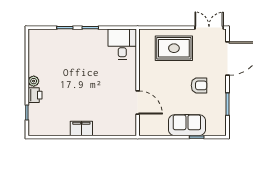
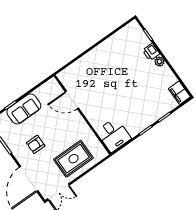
filing cabinet: (81, 128) -> (179, 93), moved, turned 90

